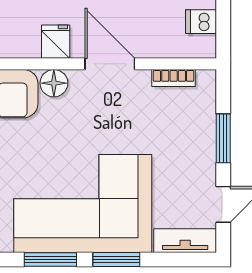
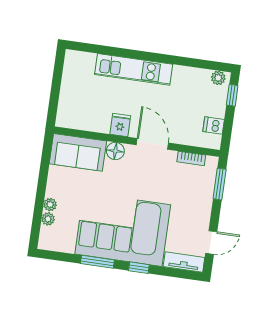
window: (223, 138) -> (220, 184), moved
window: (116, 259) -> (139, 268), width x0.67

